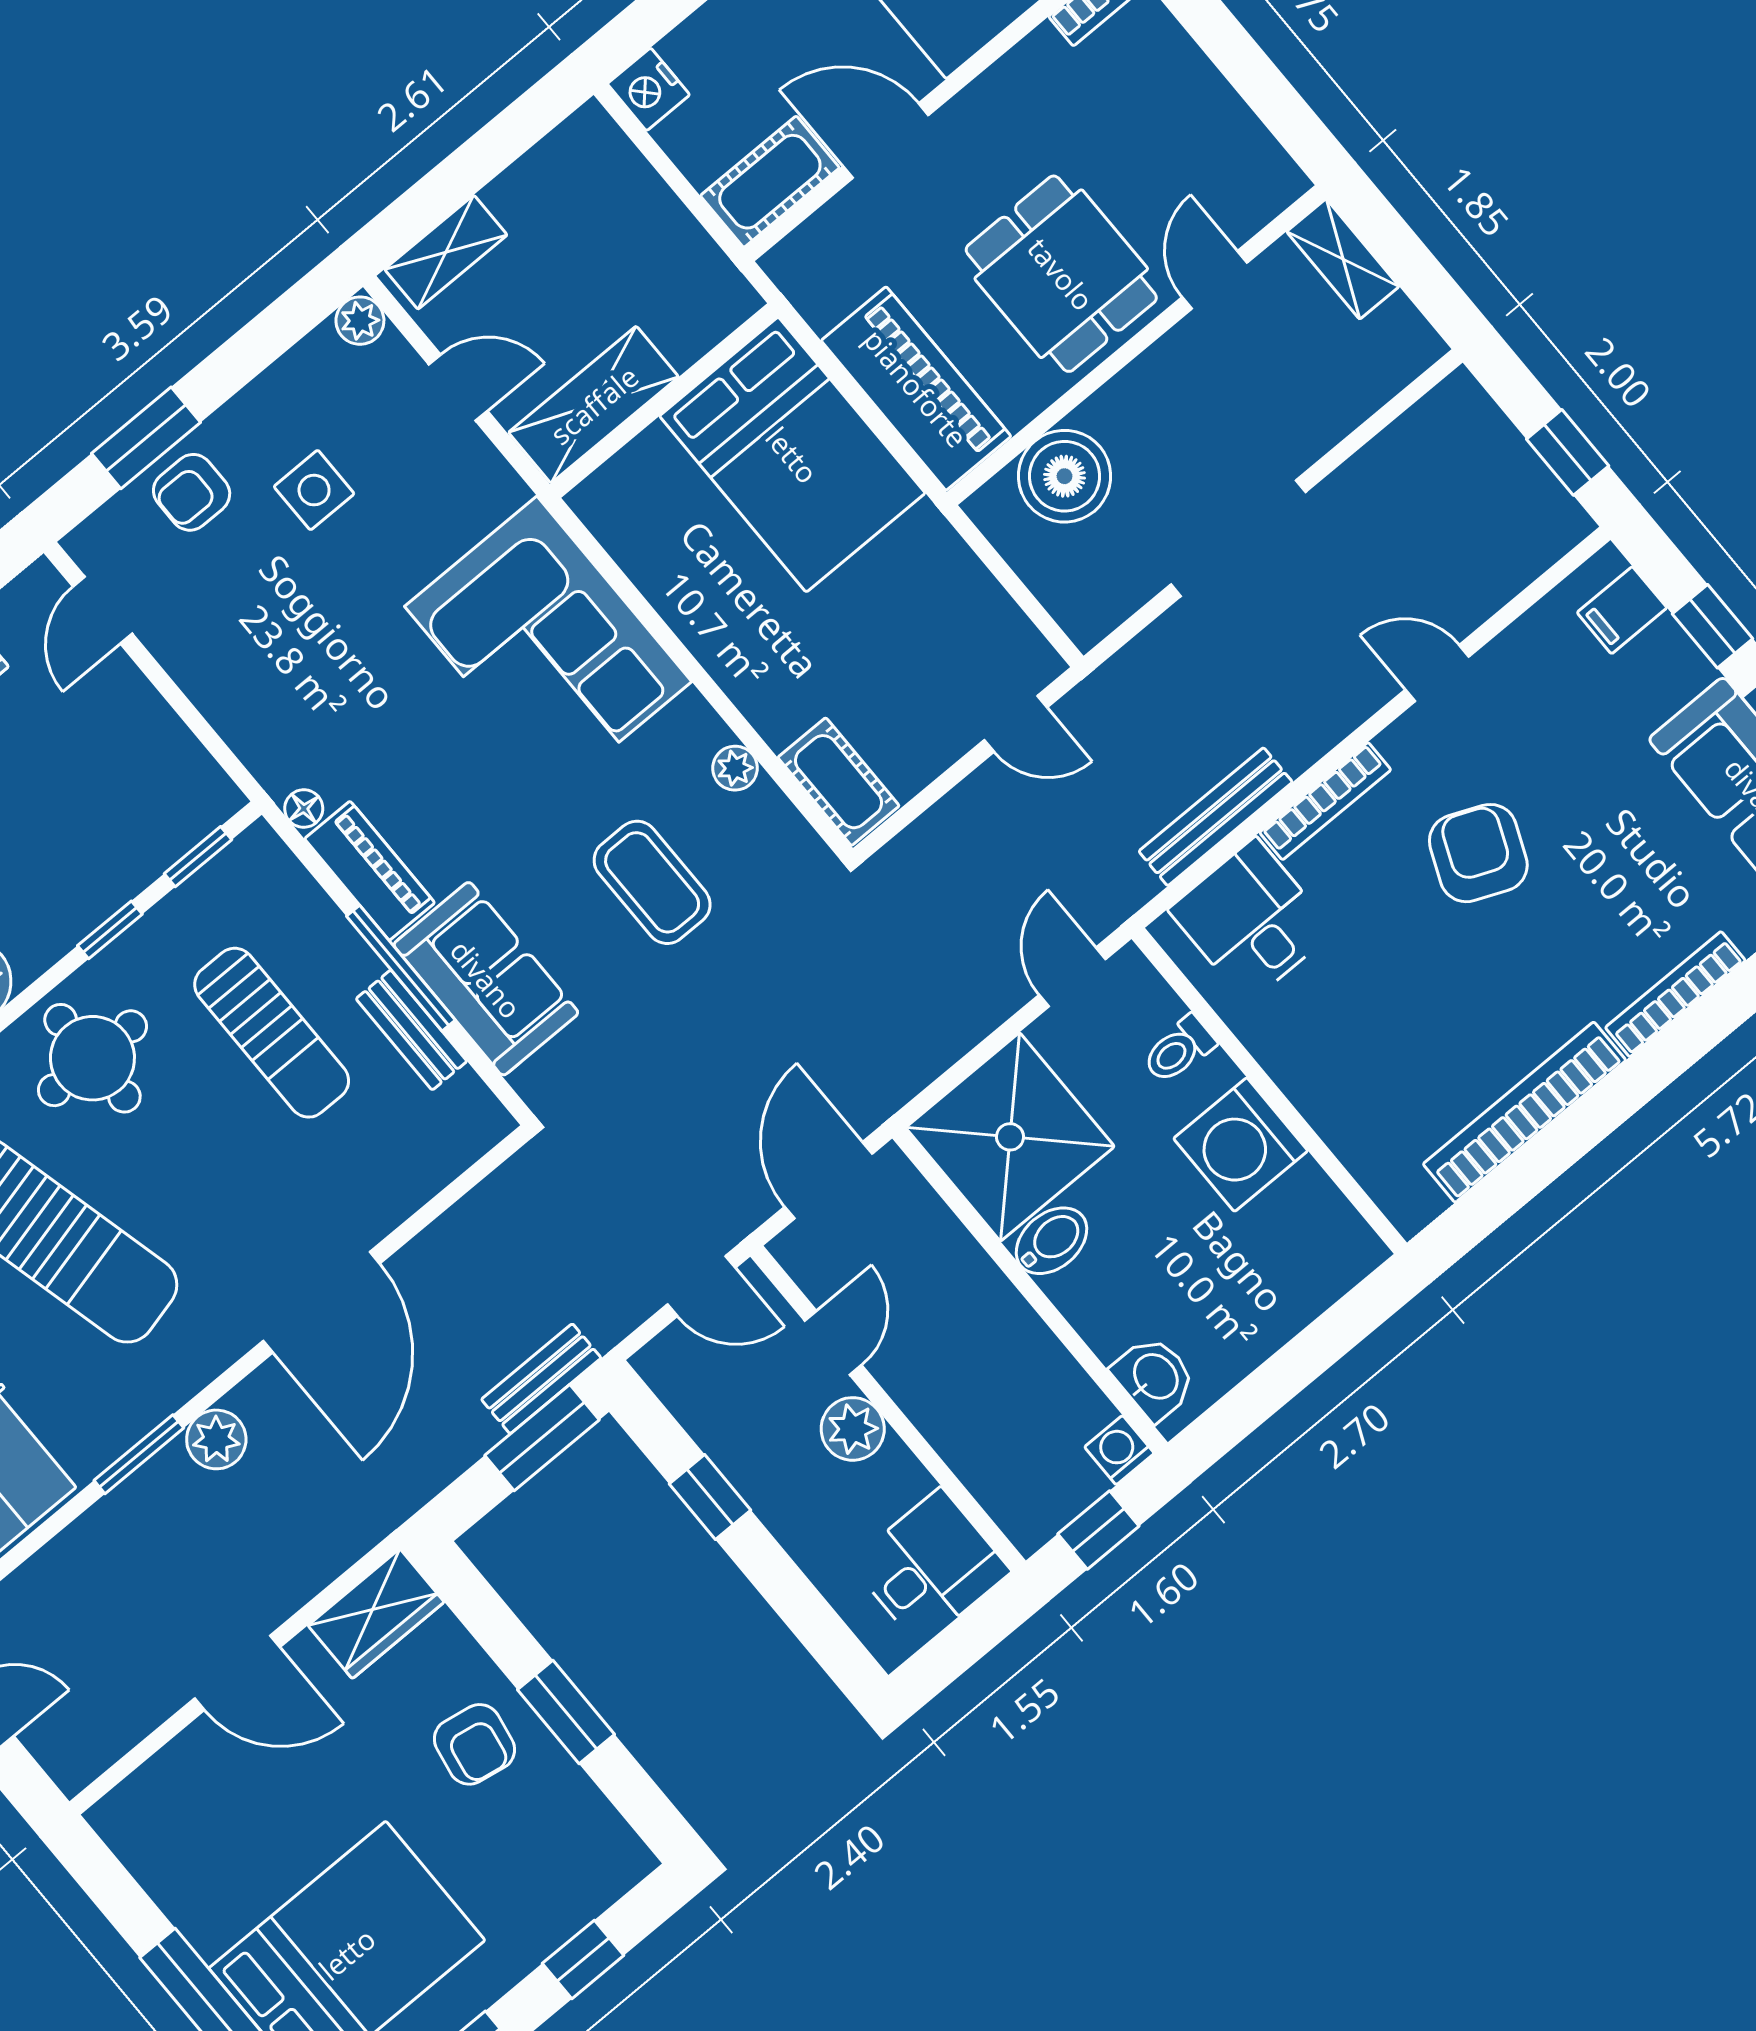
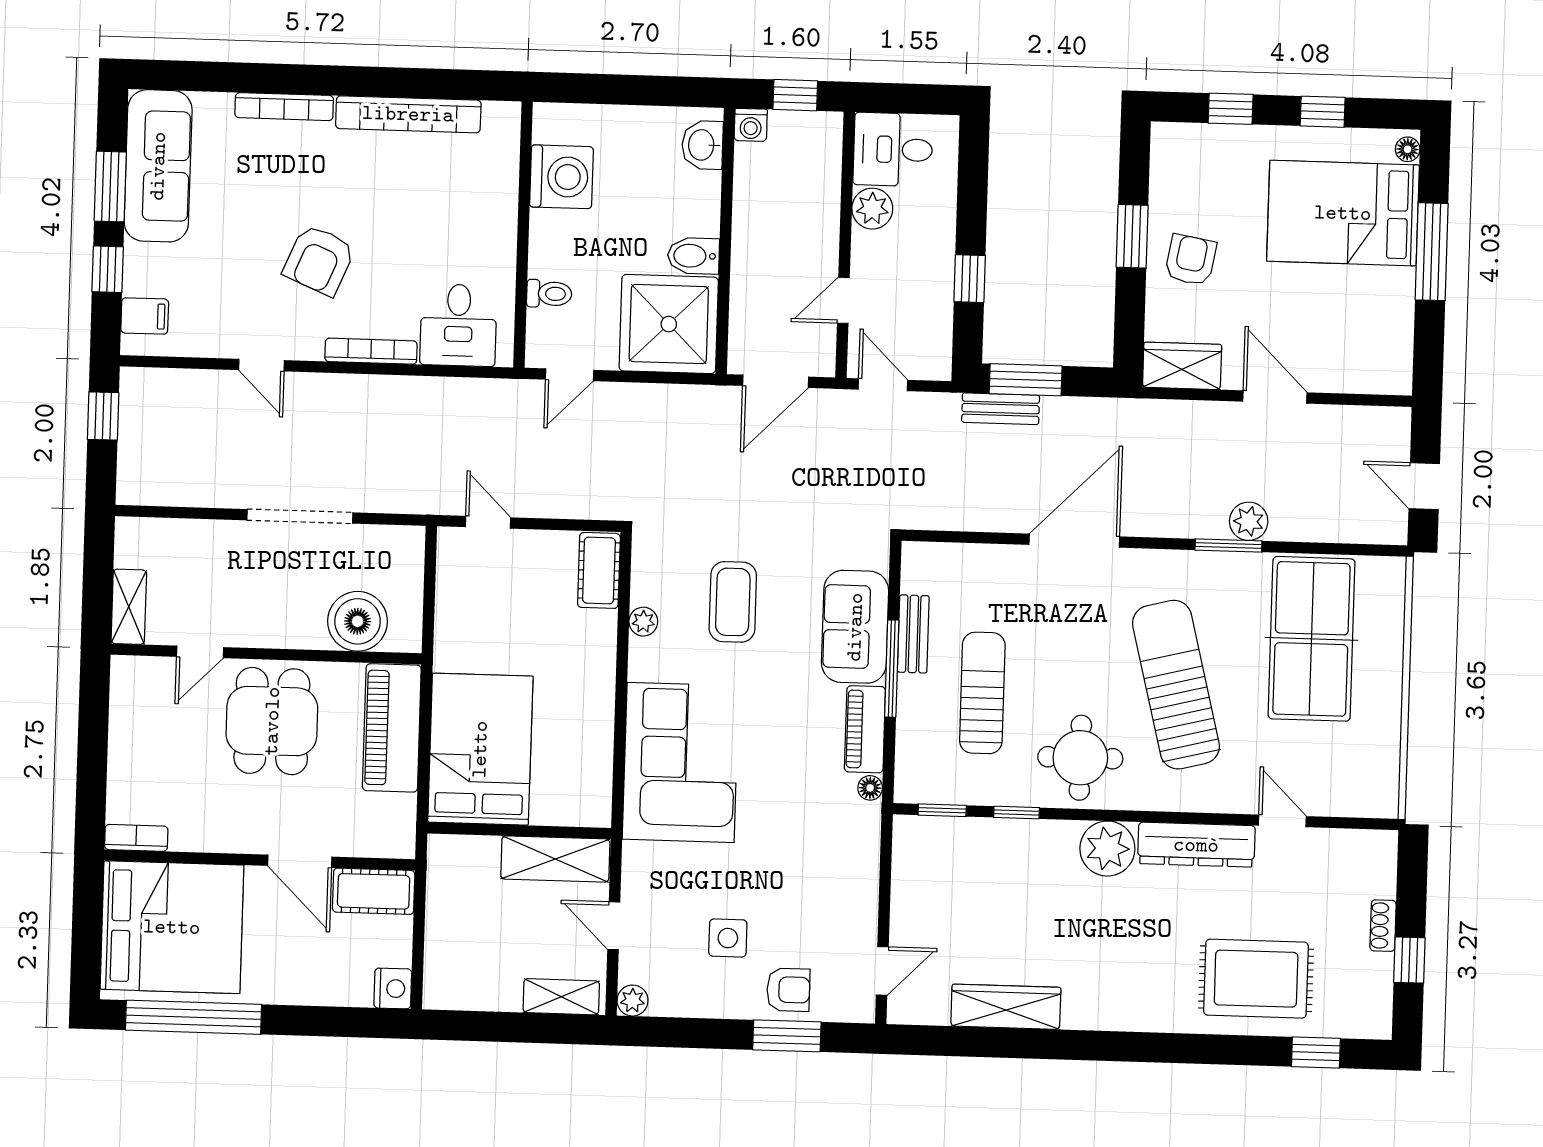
bench: (1216, 817) -> (431, 391), removed
washing machine: (1241, 1145) -> (562, 177), moved
plant: (853, 1429) -> (872, 209), moved
plant: (216, 1439) -> (1249, 521), moved

